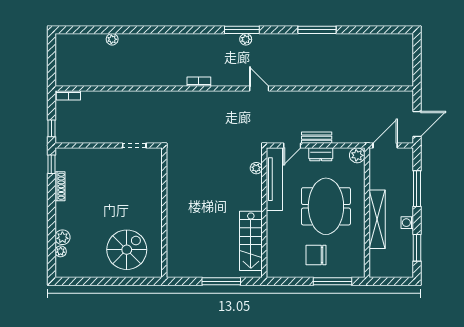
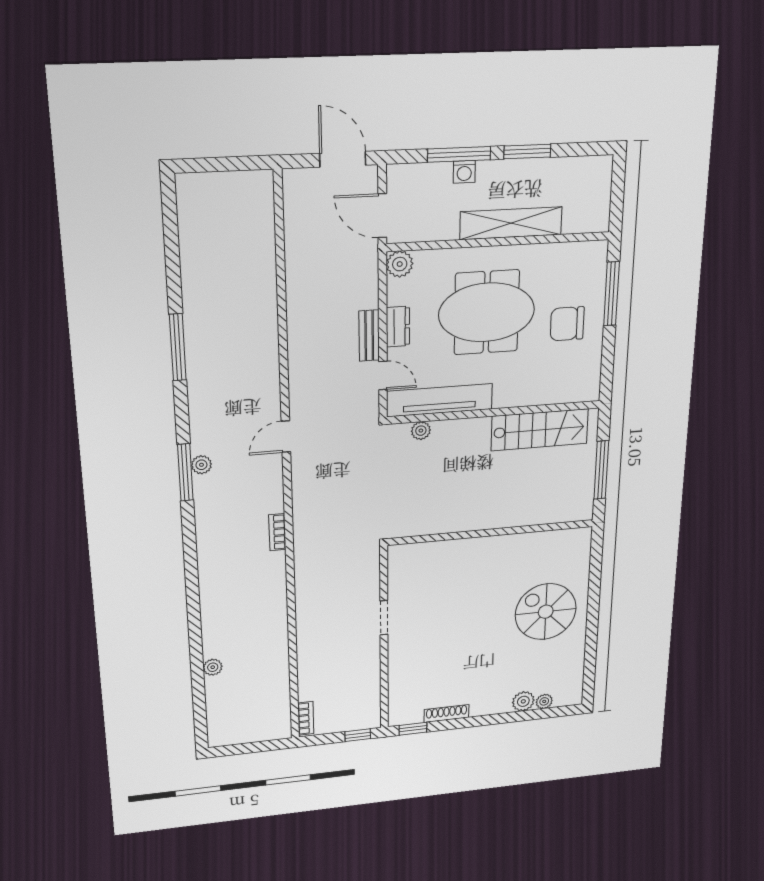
wall: (164, 213) -> (491, 533), moved
washing machine: (407, 223) -> (464, 172), moved
window: (417, 248) -> (527, 152), moved
chair: (316, 255) -> (567, 324), turned 90

